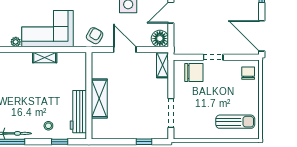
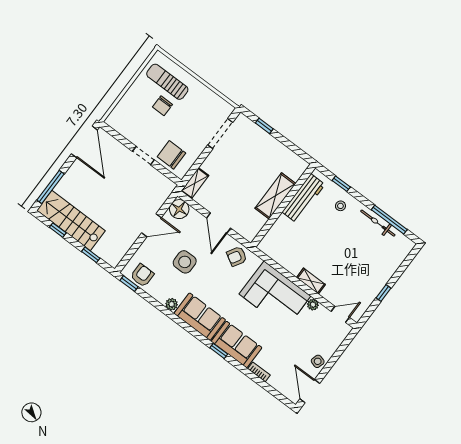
shelving: (45, 57) -> (311, 281), moved
chair: (248, 73) -> (163, 106), moved

